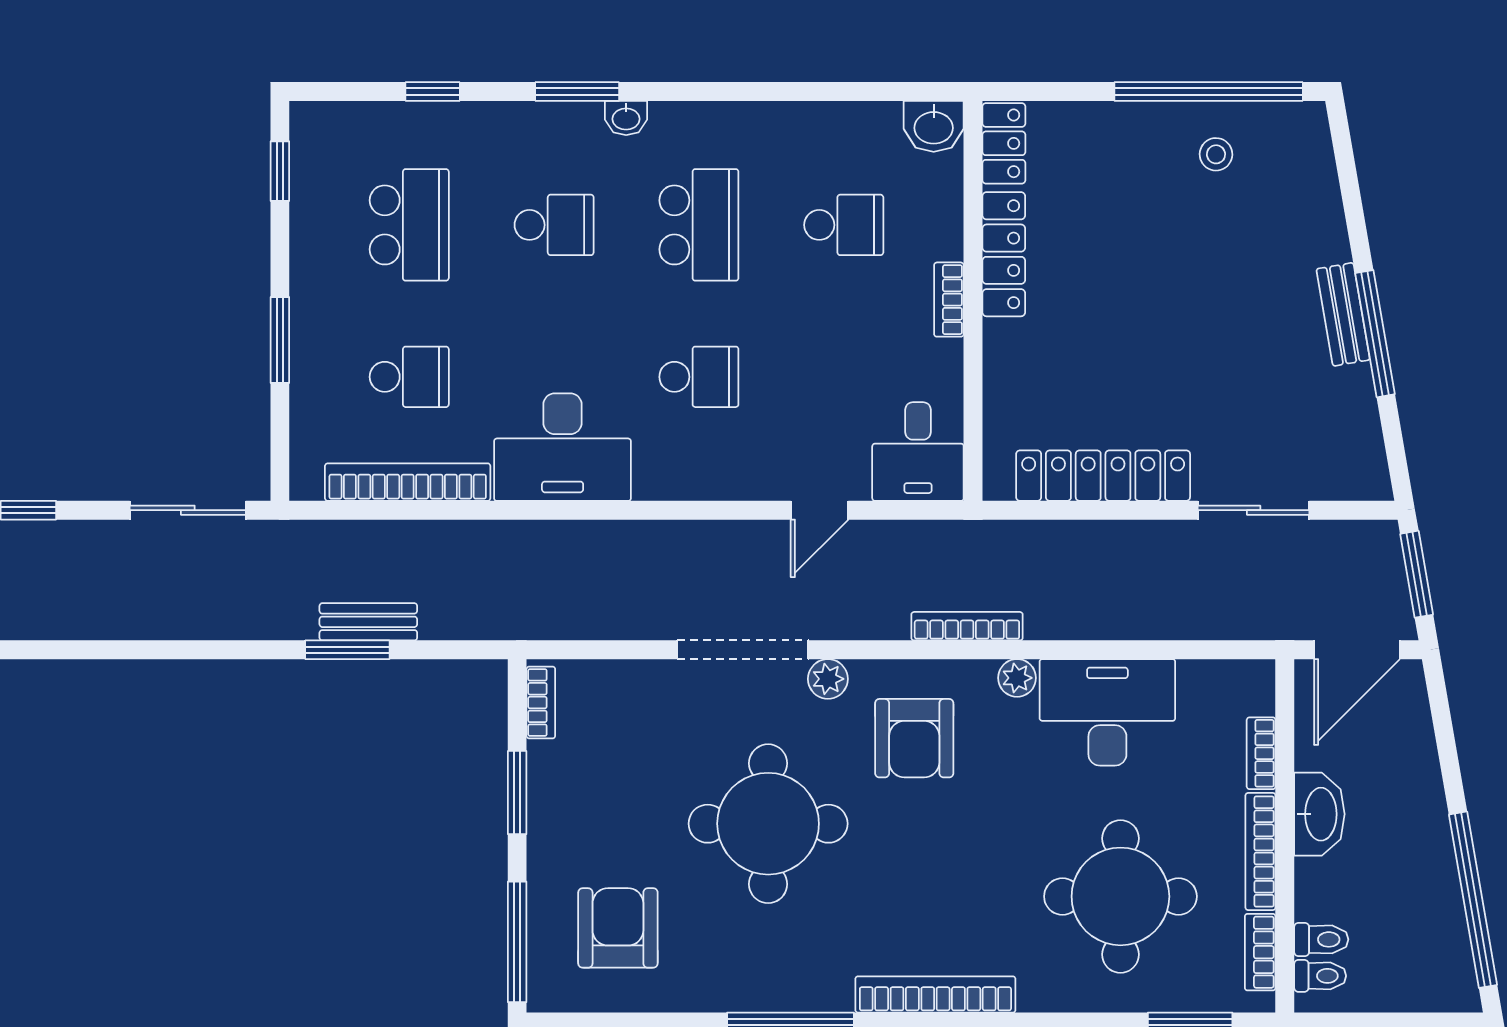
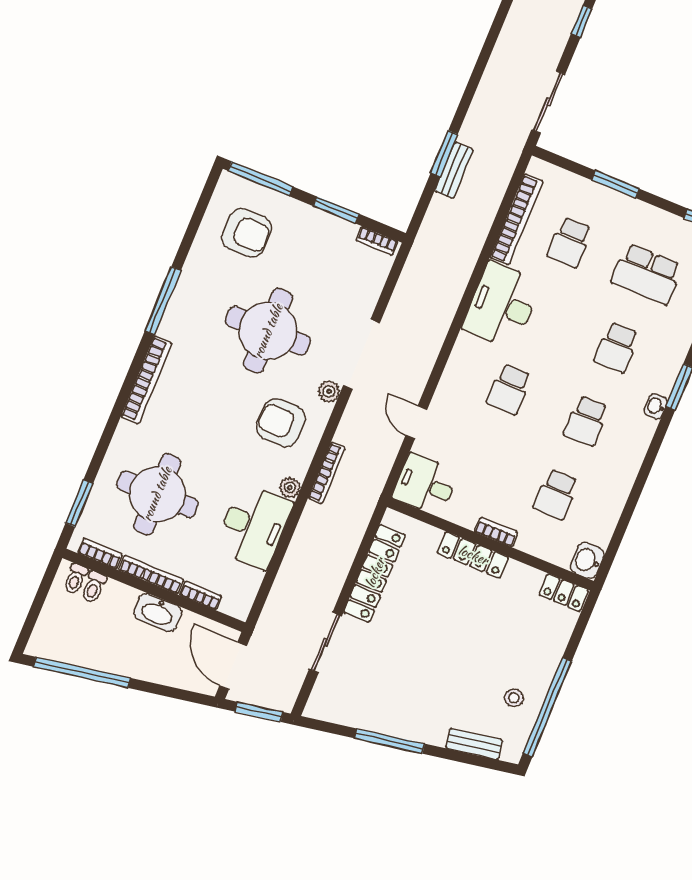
school desk: (699, 225) -> (586, 421), width x0.54
locker: (1004, 254) -> (473, 555), moved
bench: (1343, 314) -> (474, 744), moved

